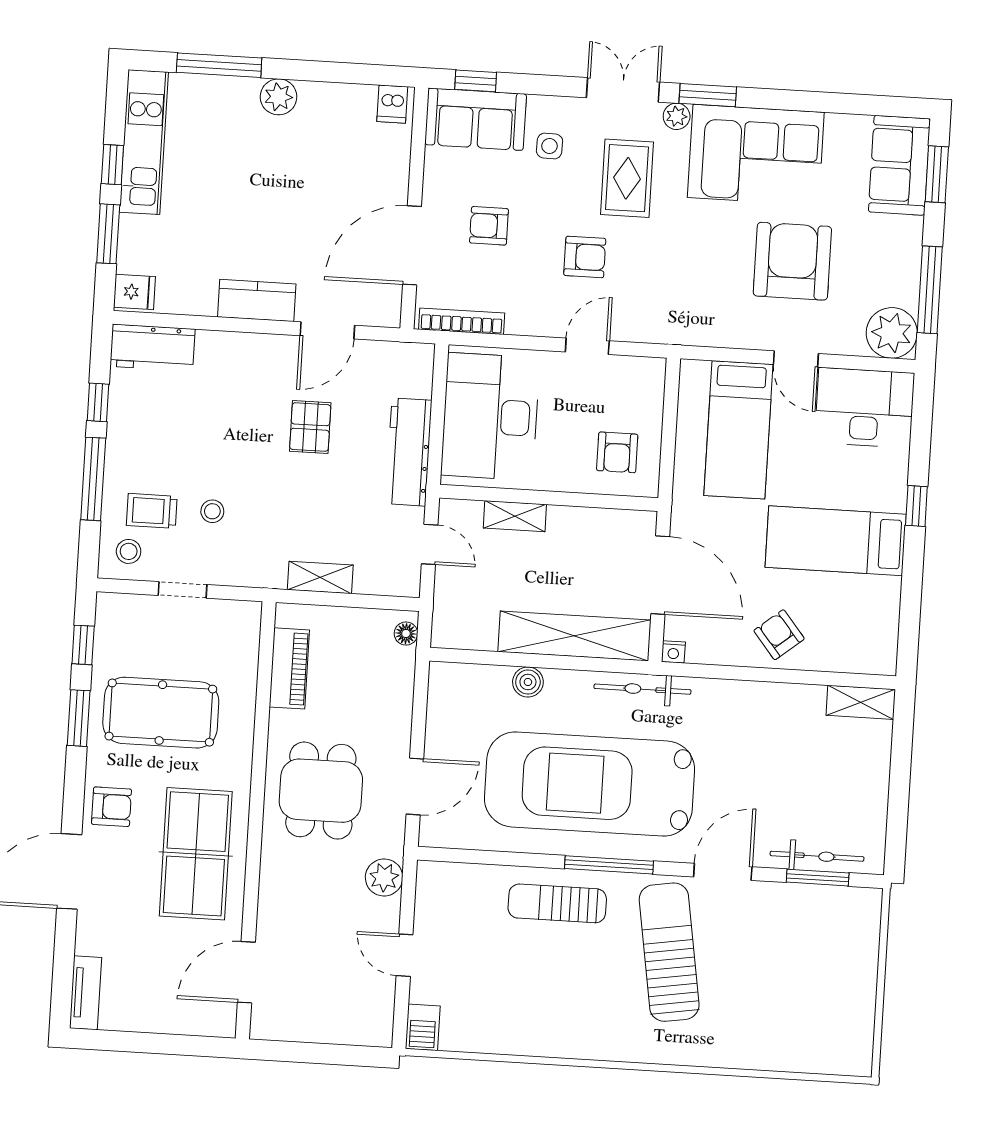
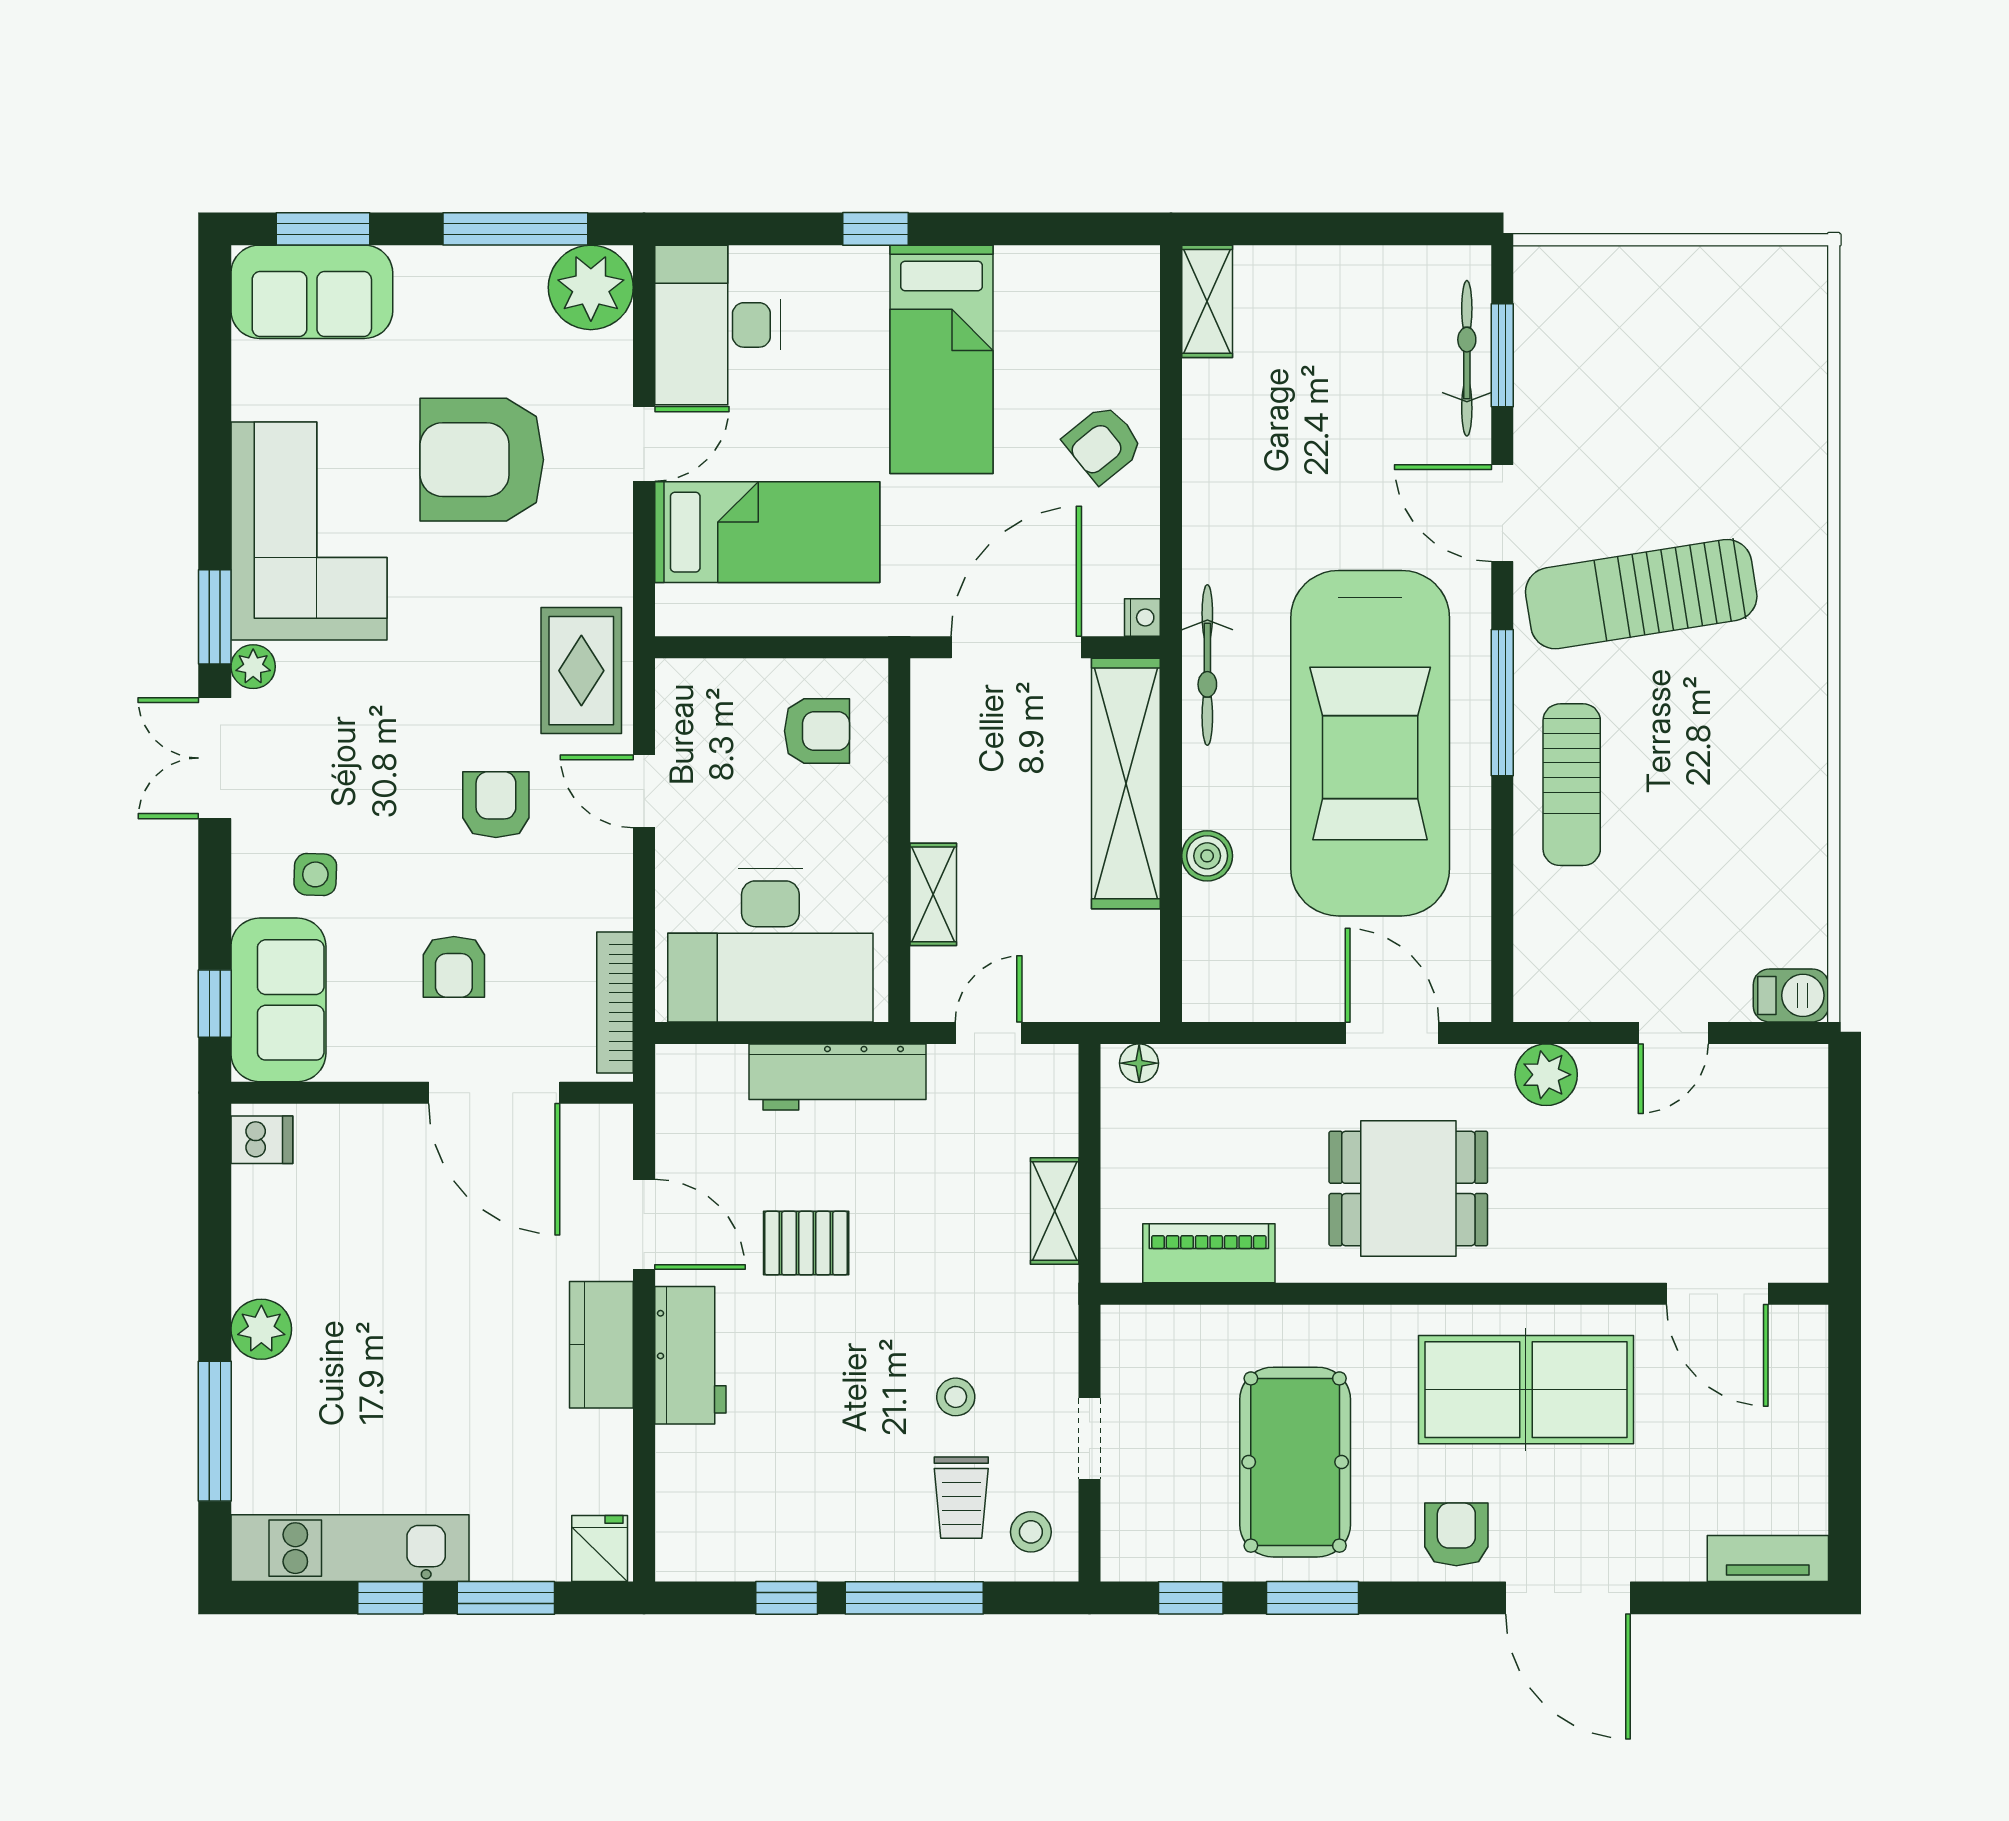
rug: (627, 178) -> (581, 671), moved, turned 90
workbench: (153, 348) -> (690, 1355), moved

